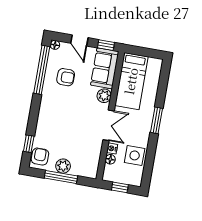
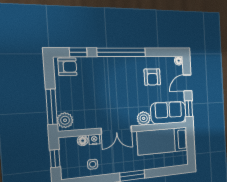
window: (42, 70) -> (122, 52), moved
side table: (135, 155) -> (93, 164), width x0.54, depth x0.54
plant: (63, 166) -> (65, 120), moved
window: (61, 177) -> (52, 107), moved

